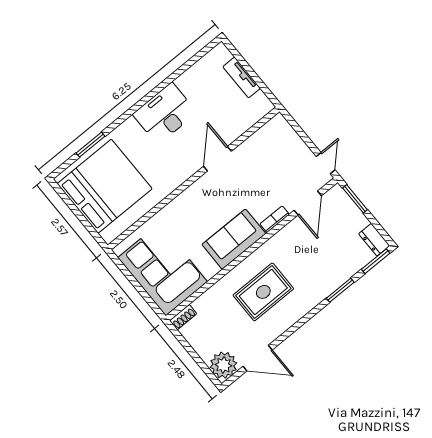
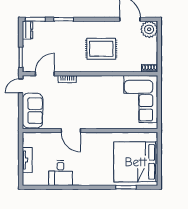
desk: (165, 113) -> (61, 173), moved, width x0.73
door: (217, 159) -> (71, 131), hinge flipped
sofa: (234, 239) -> (32, 111), moved, turned -90

